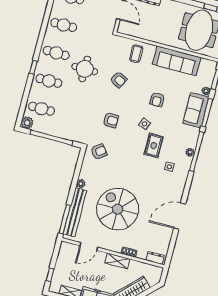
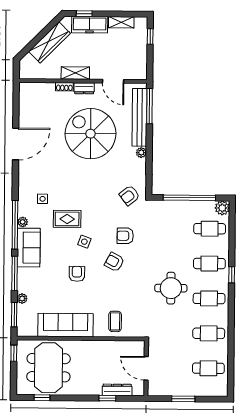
armchair: (119, 79) -> (114, 262), moved
sofa: (196, 110) -> (29, 248), moved
rug: (154, 146) -> (67, 219), turned 90
spiral stairs: (118, 209) -> (90, 134), turned 180
door: (89, 246) -> (113, 81), swing flipped
dresser: (155, 258) -> (84, 88), moved

